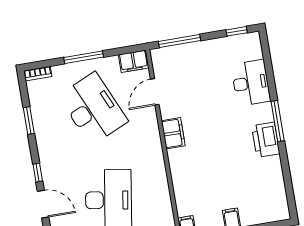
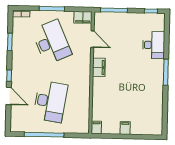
door: (155, 92) -> (92, 39), swing flipped
printer: (266, 140) -> (156, 83), removed

